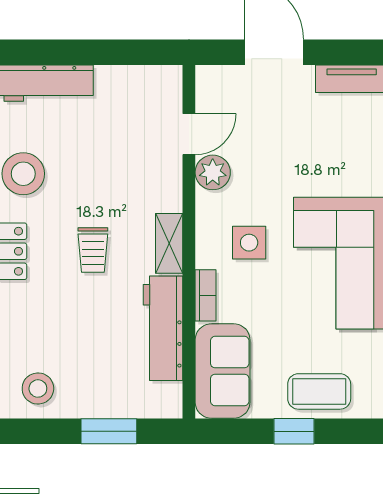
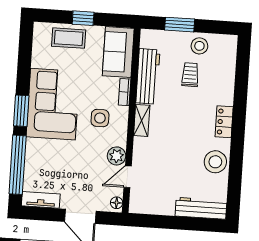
floor lamp: (207, 83) -> (117, 203), added
trolley: (93, 250) -> (190, 75), moved
stool: (38, 388) -> (199, 46), moved

